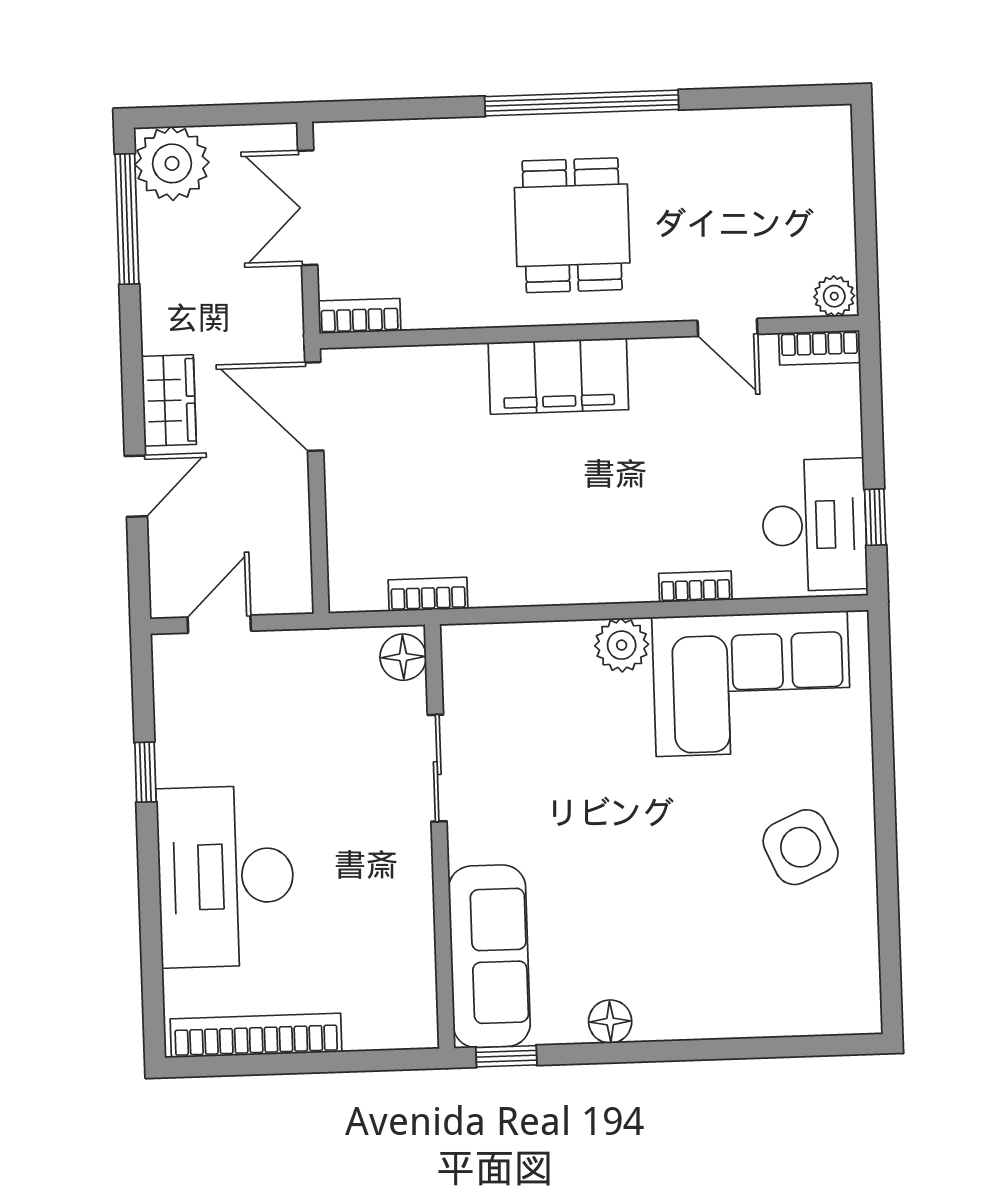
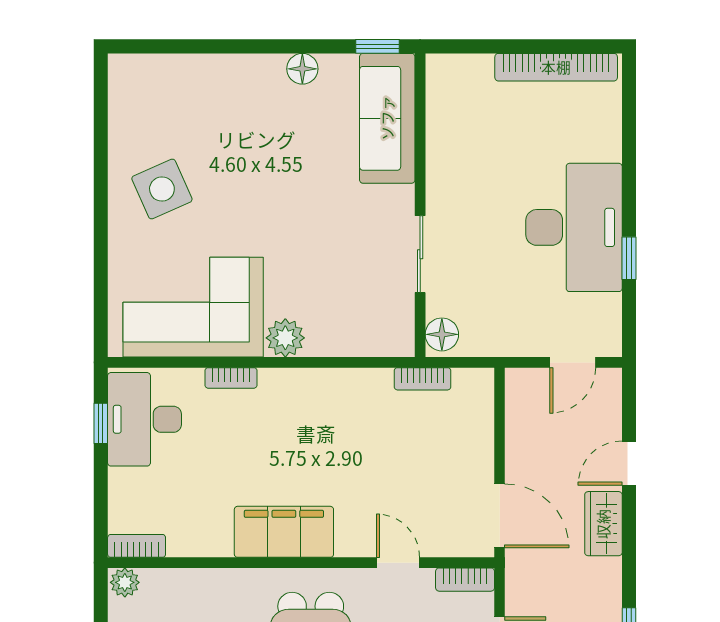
door: (728, 327) -> (398, 563), moved
filing cabinet: (558, 376) -> (284, 532), moved
desk: (226, 876) -> (574, 227), moved

